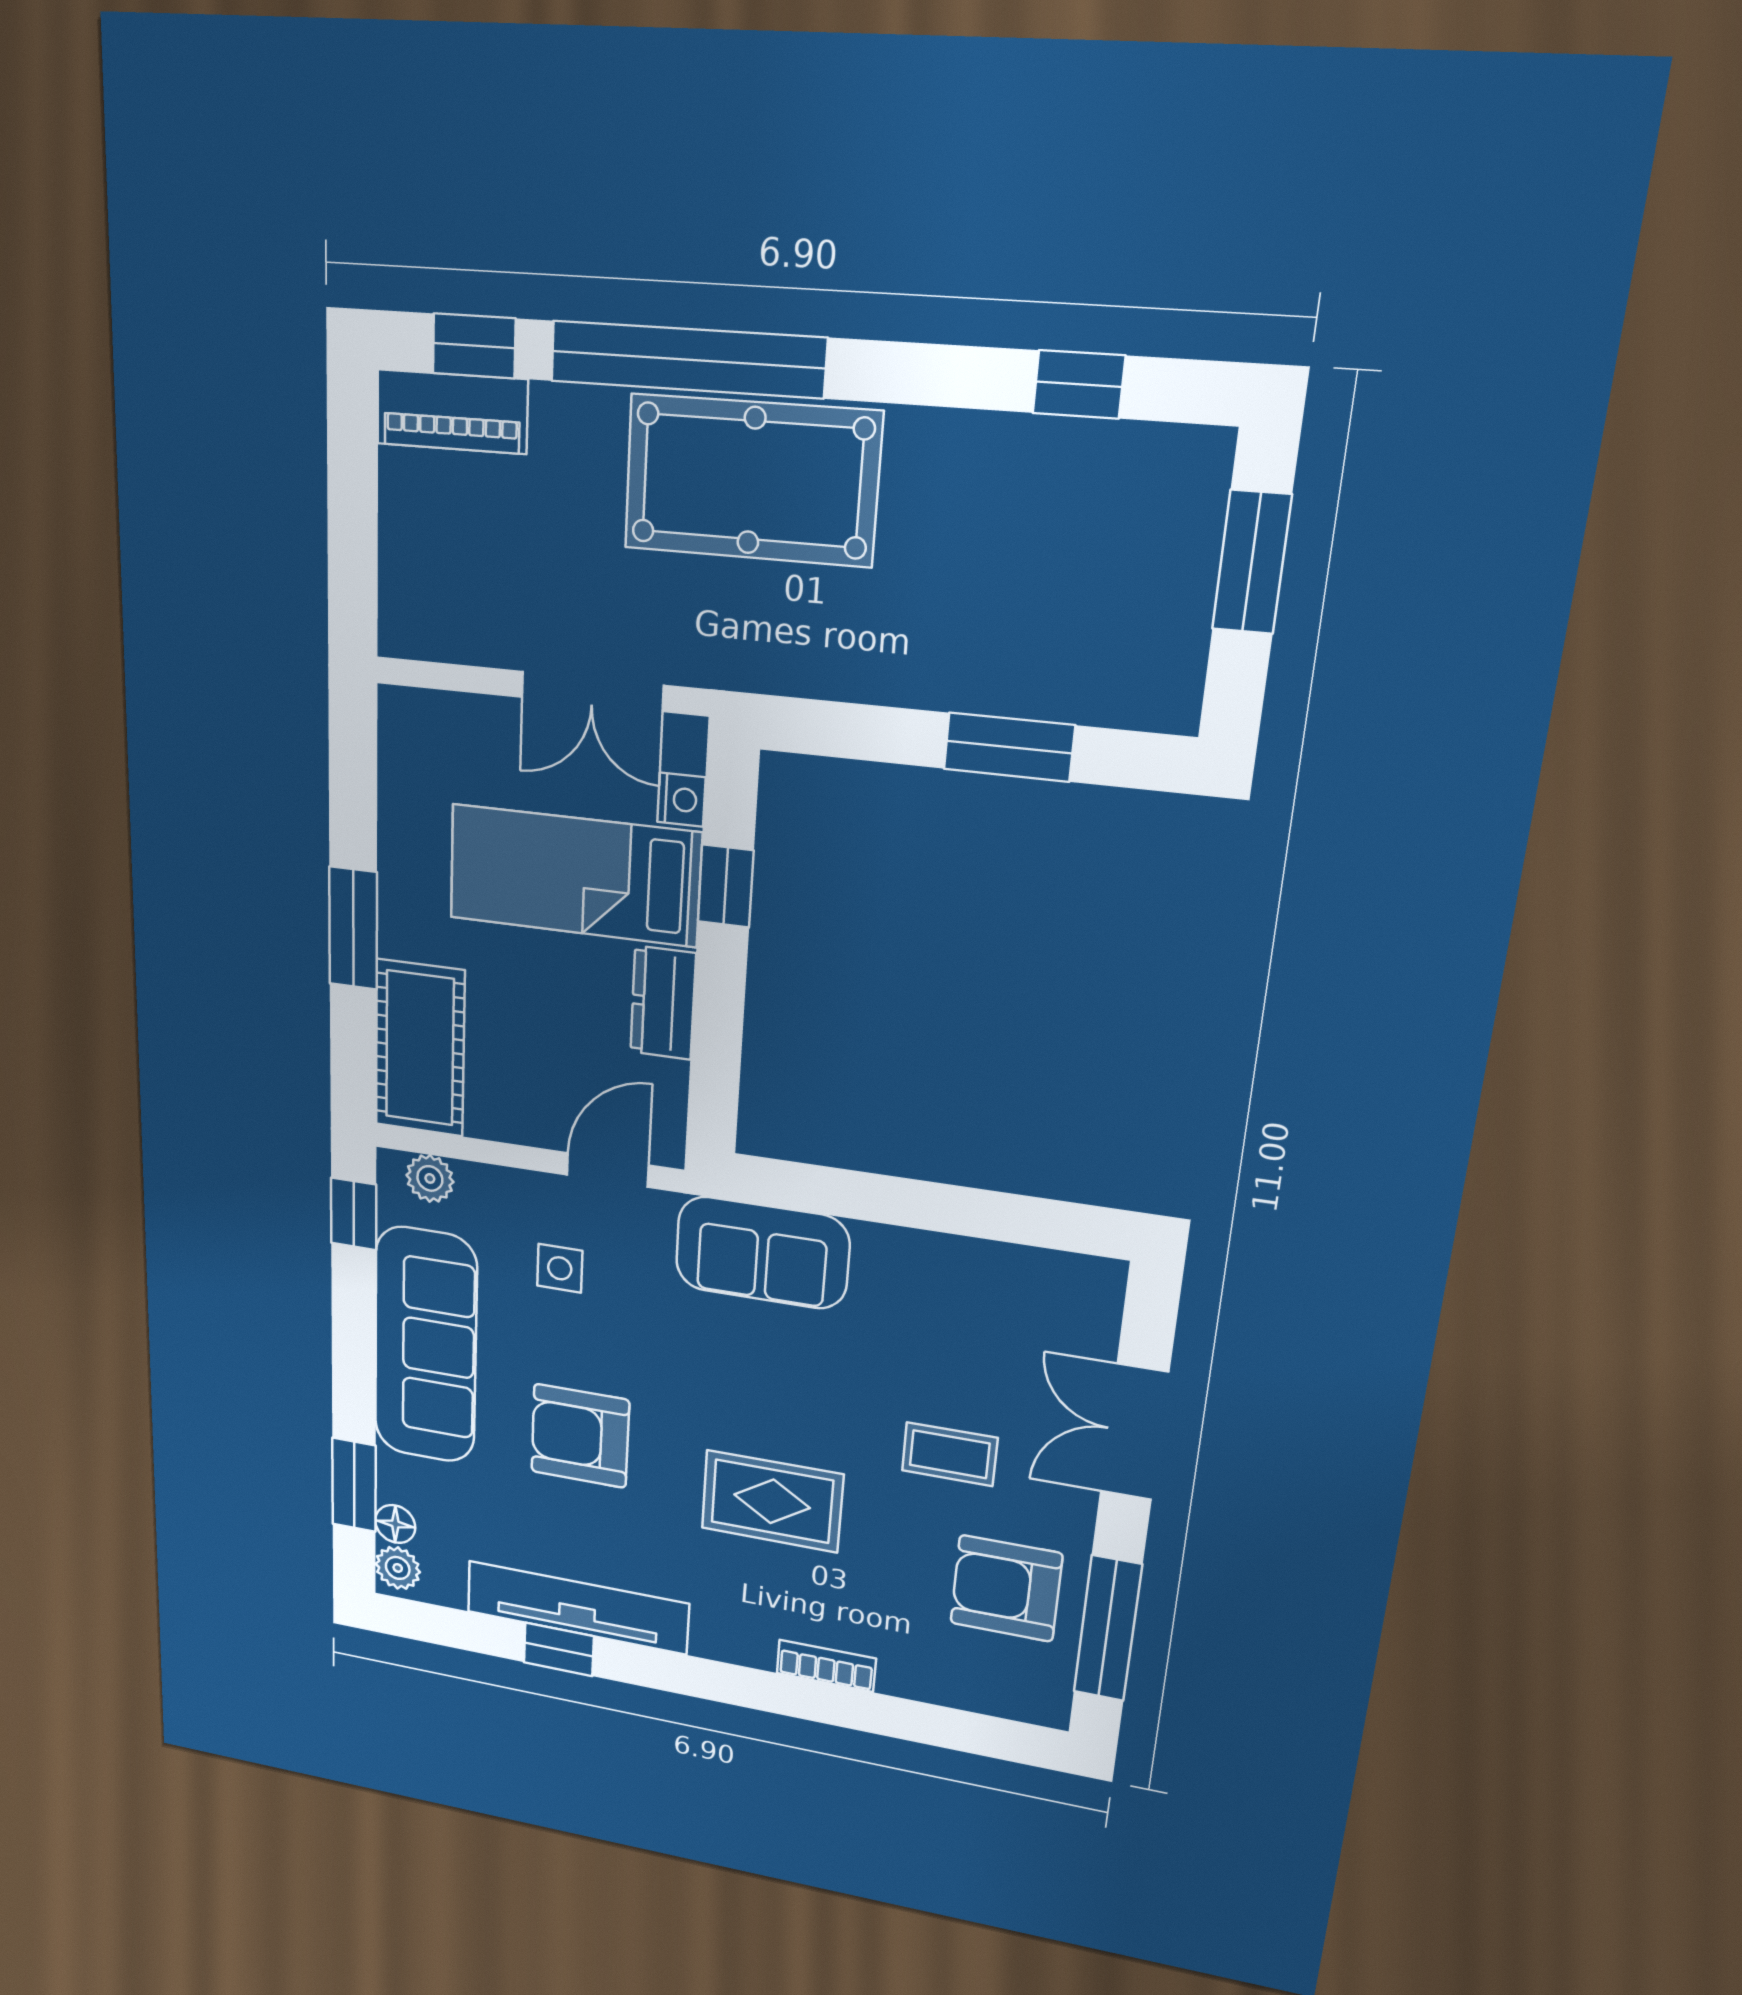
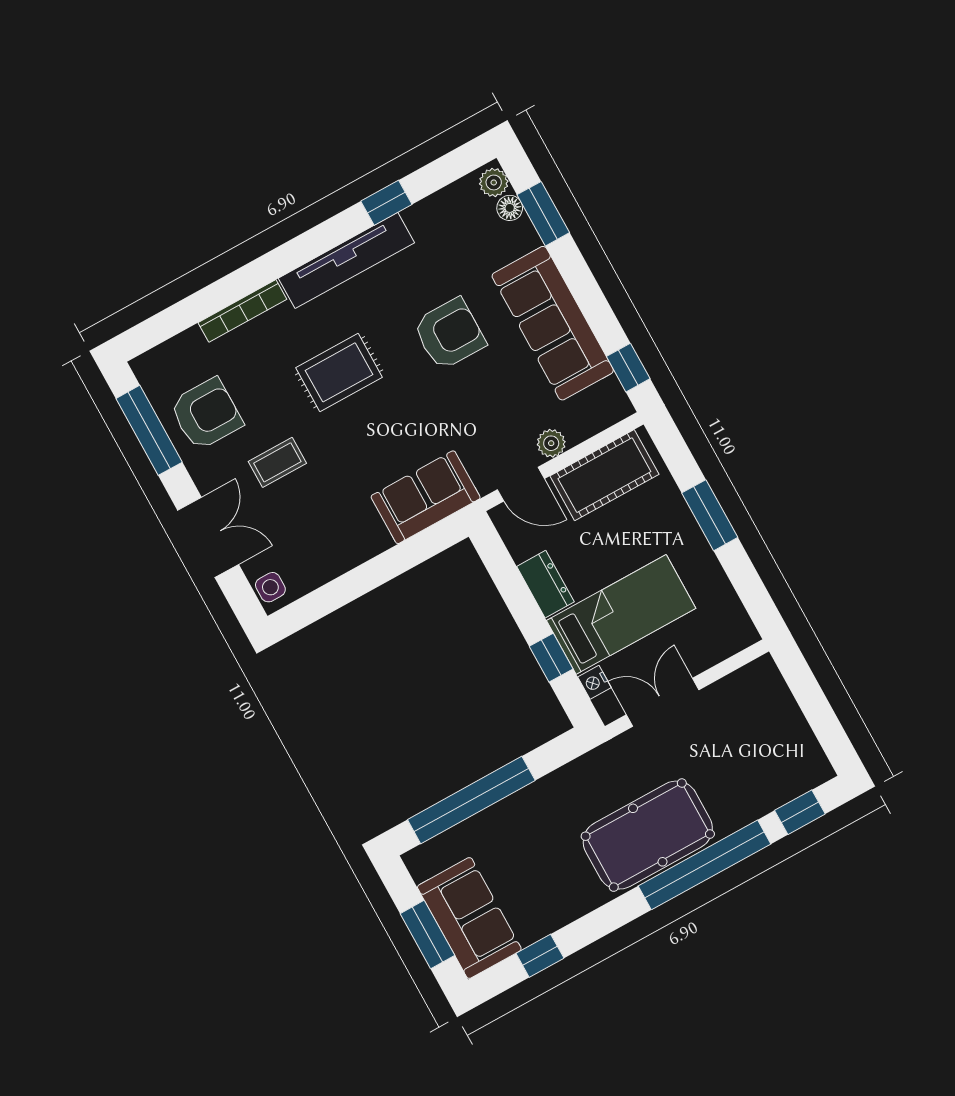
piano: (452, 412) -> (794, 779), removed
sofa: (1156, 542) -> (469, 918), added
window: (1009, 747) -> (471, 800), width x2.11
cot: (420, 1048) -> (604, 475), moved, turned 90
door: (608, 1170) -> (521, 484), hinge flipped
plant: (430, 1178) -> (551, 443), moved
side table: (560, 1268) -> (270, 587), moved
tv unit: (577, 1608) -> (346, 260), moved
bookcase: (826, 1666) -> (242, 311), width x1.56

